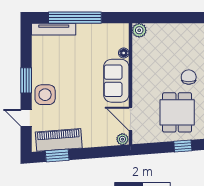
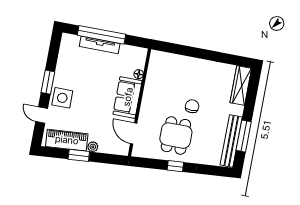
tv unit: (54, 29) -> (100, 45), moved
plant: (139, 30) -> (156, 57), removed
plant: (122, 139) -> (93, 147), moved
window: (57, 155) -> (79, 155), moved

